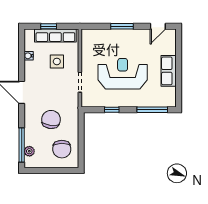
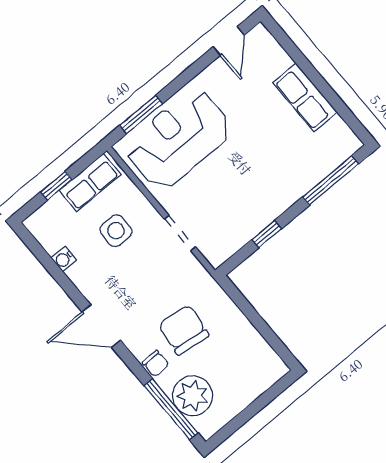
window: (122, 26) -> (141, 115), moved
row of seats: (55, 35) -> (90, 182), width x0.68
reception desk: (123, 74) -> (178, 139), moved
chair: (62, 149) -> (156, 364), moved, width x0.54, depth x0.54
plant: (29, 151) -> (193, 396), width x1.87, depth x1.87

